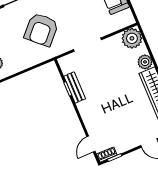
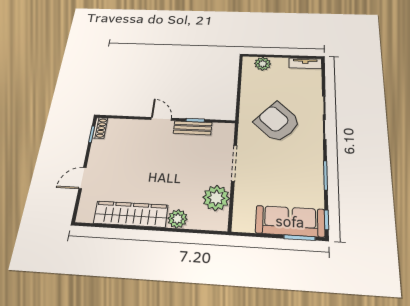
plant: (132, 38) -> (216, 198), moved
door: (91, 144) -> (161, 119), moved

